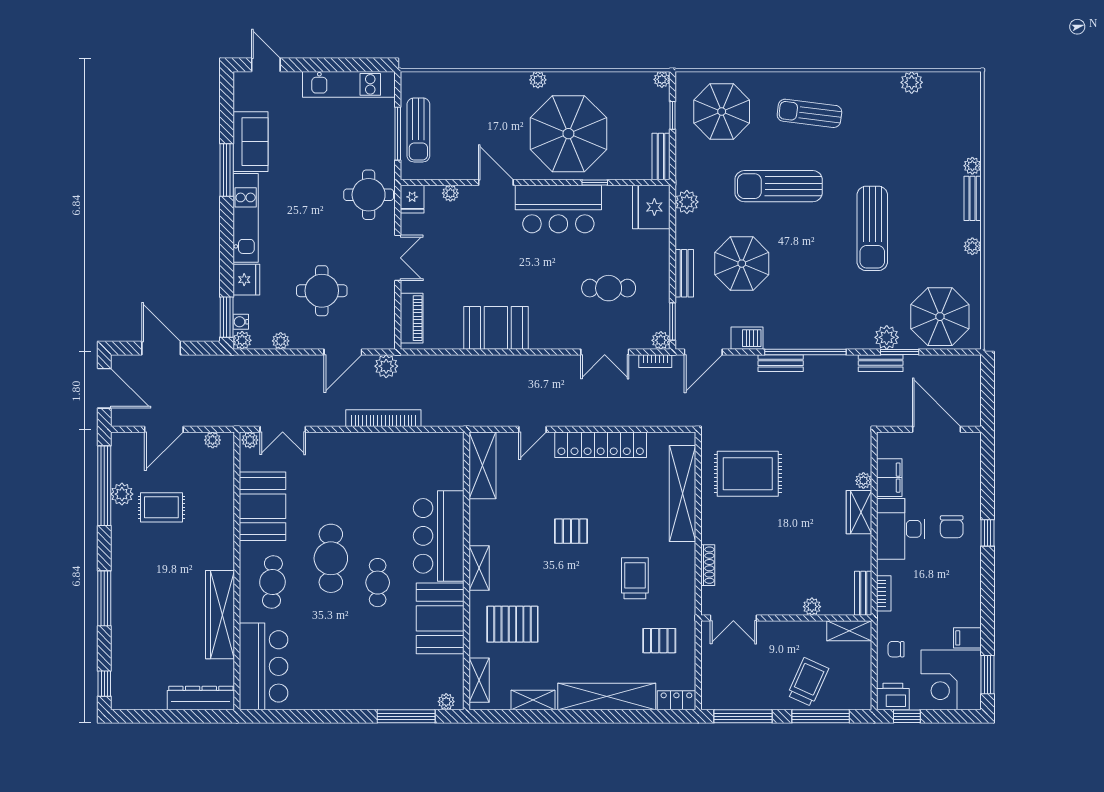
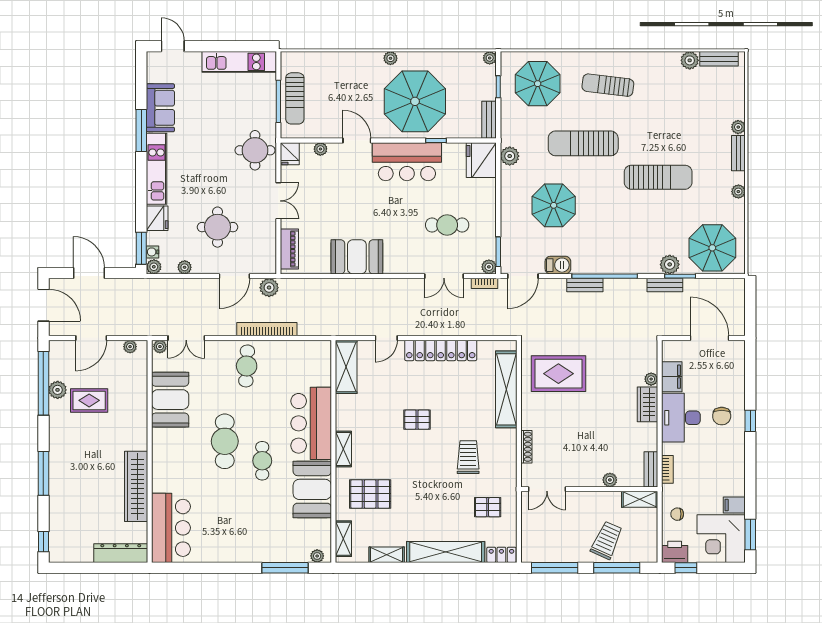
sun lounger: (872, 228) -> (658, 177), turned -90
bench: (684, 273) -> (719, 59), moved, turned 90
cafe table: (272, 582) -> (247, 366), moved

